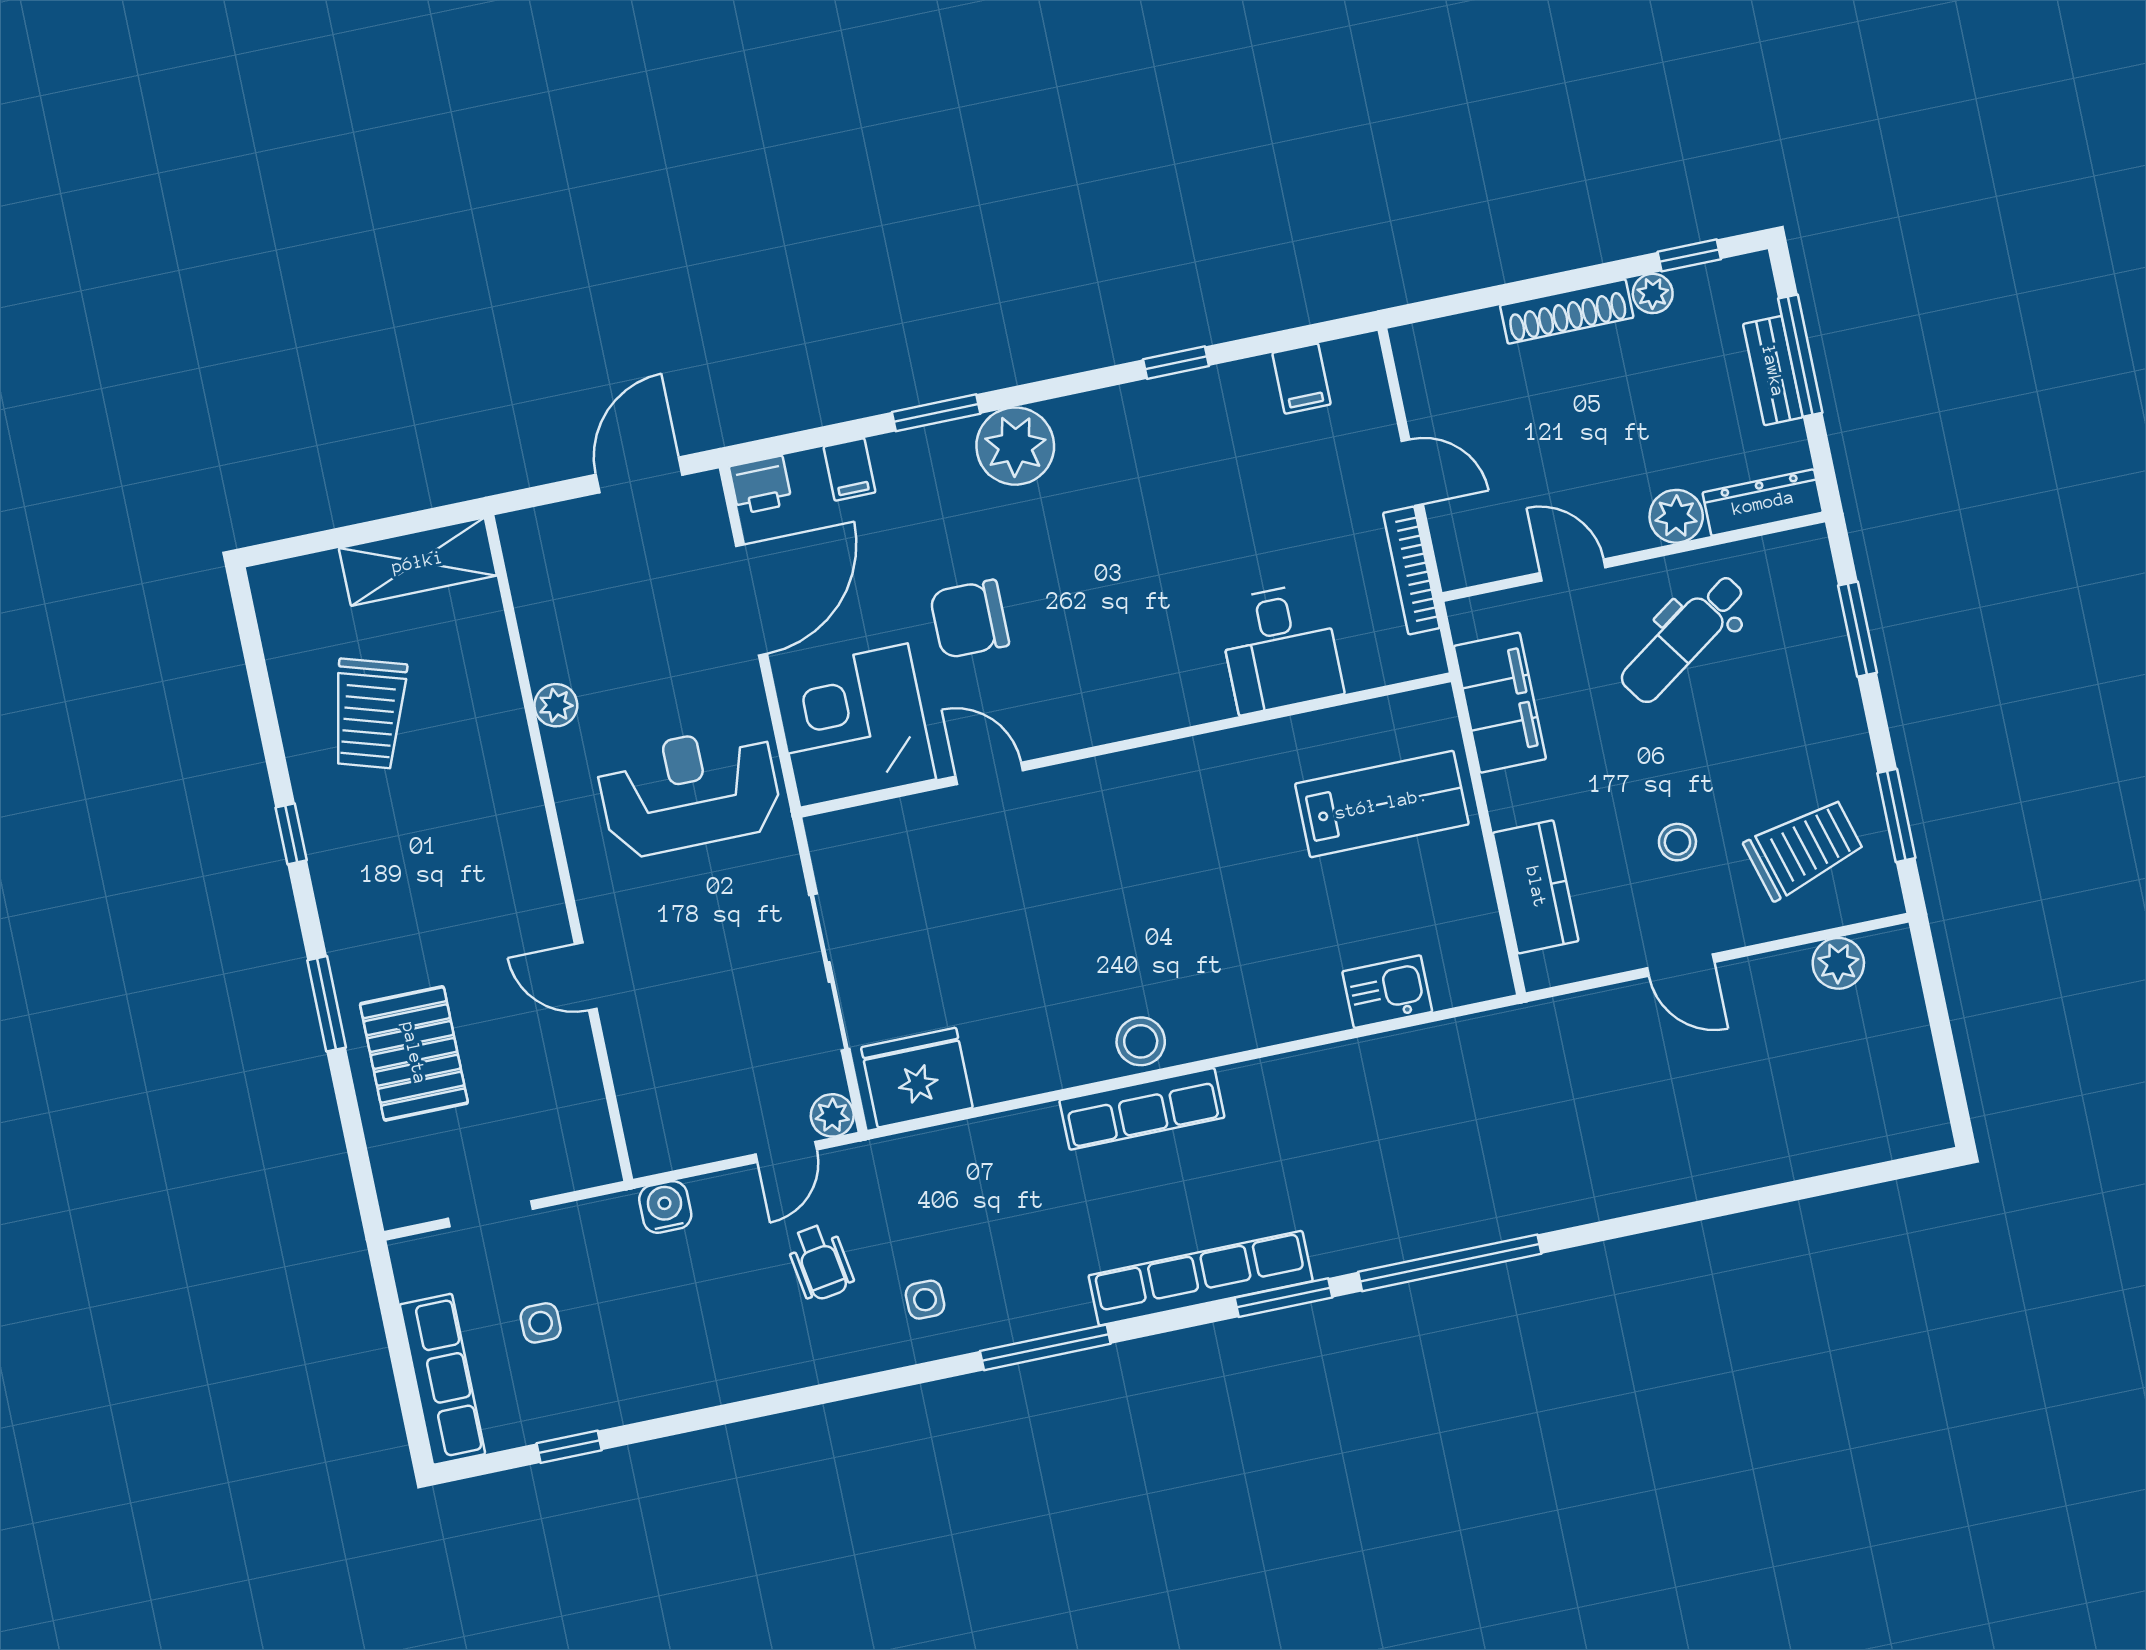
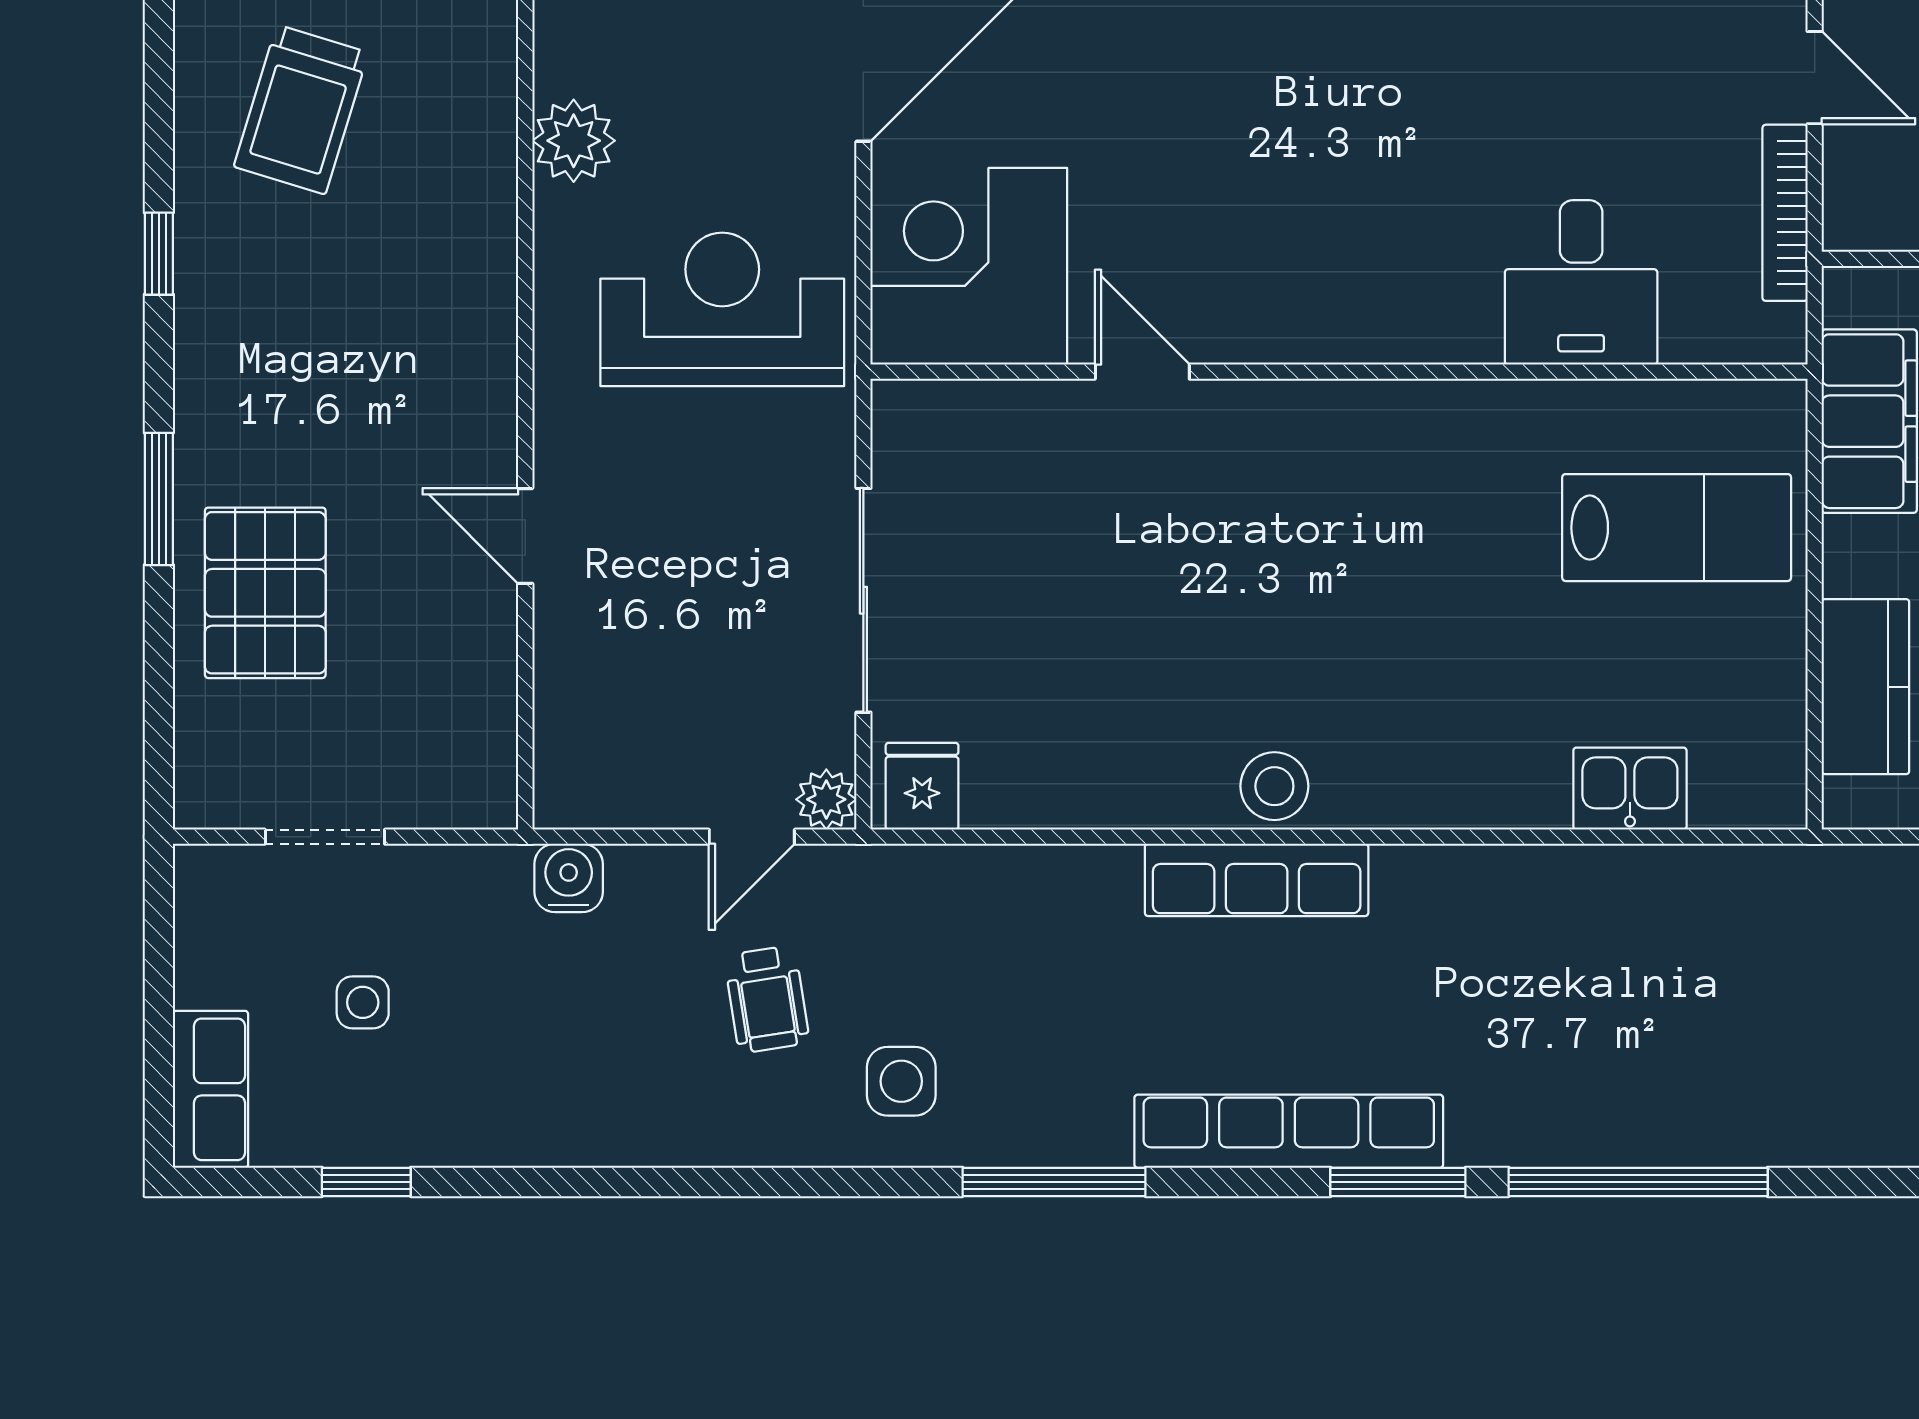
chair: (969, 619) -> (1159, 152), removed
plant: (556, 705) -> (574, 141), width x1.38, depth x1.38
fridge: (917, 1078) -> (922, 786), width x0.53, depth x0.75
side table: (925, 1300) -> (901, 1081), width x1.37, depth x1.37
row of seats: (442, 1379) -> (211, 1089), width x0.68

